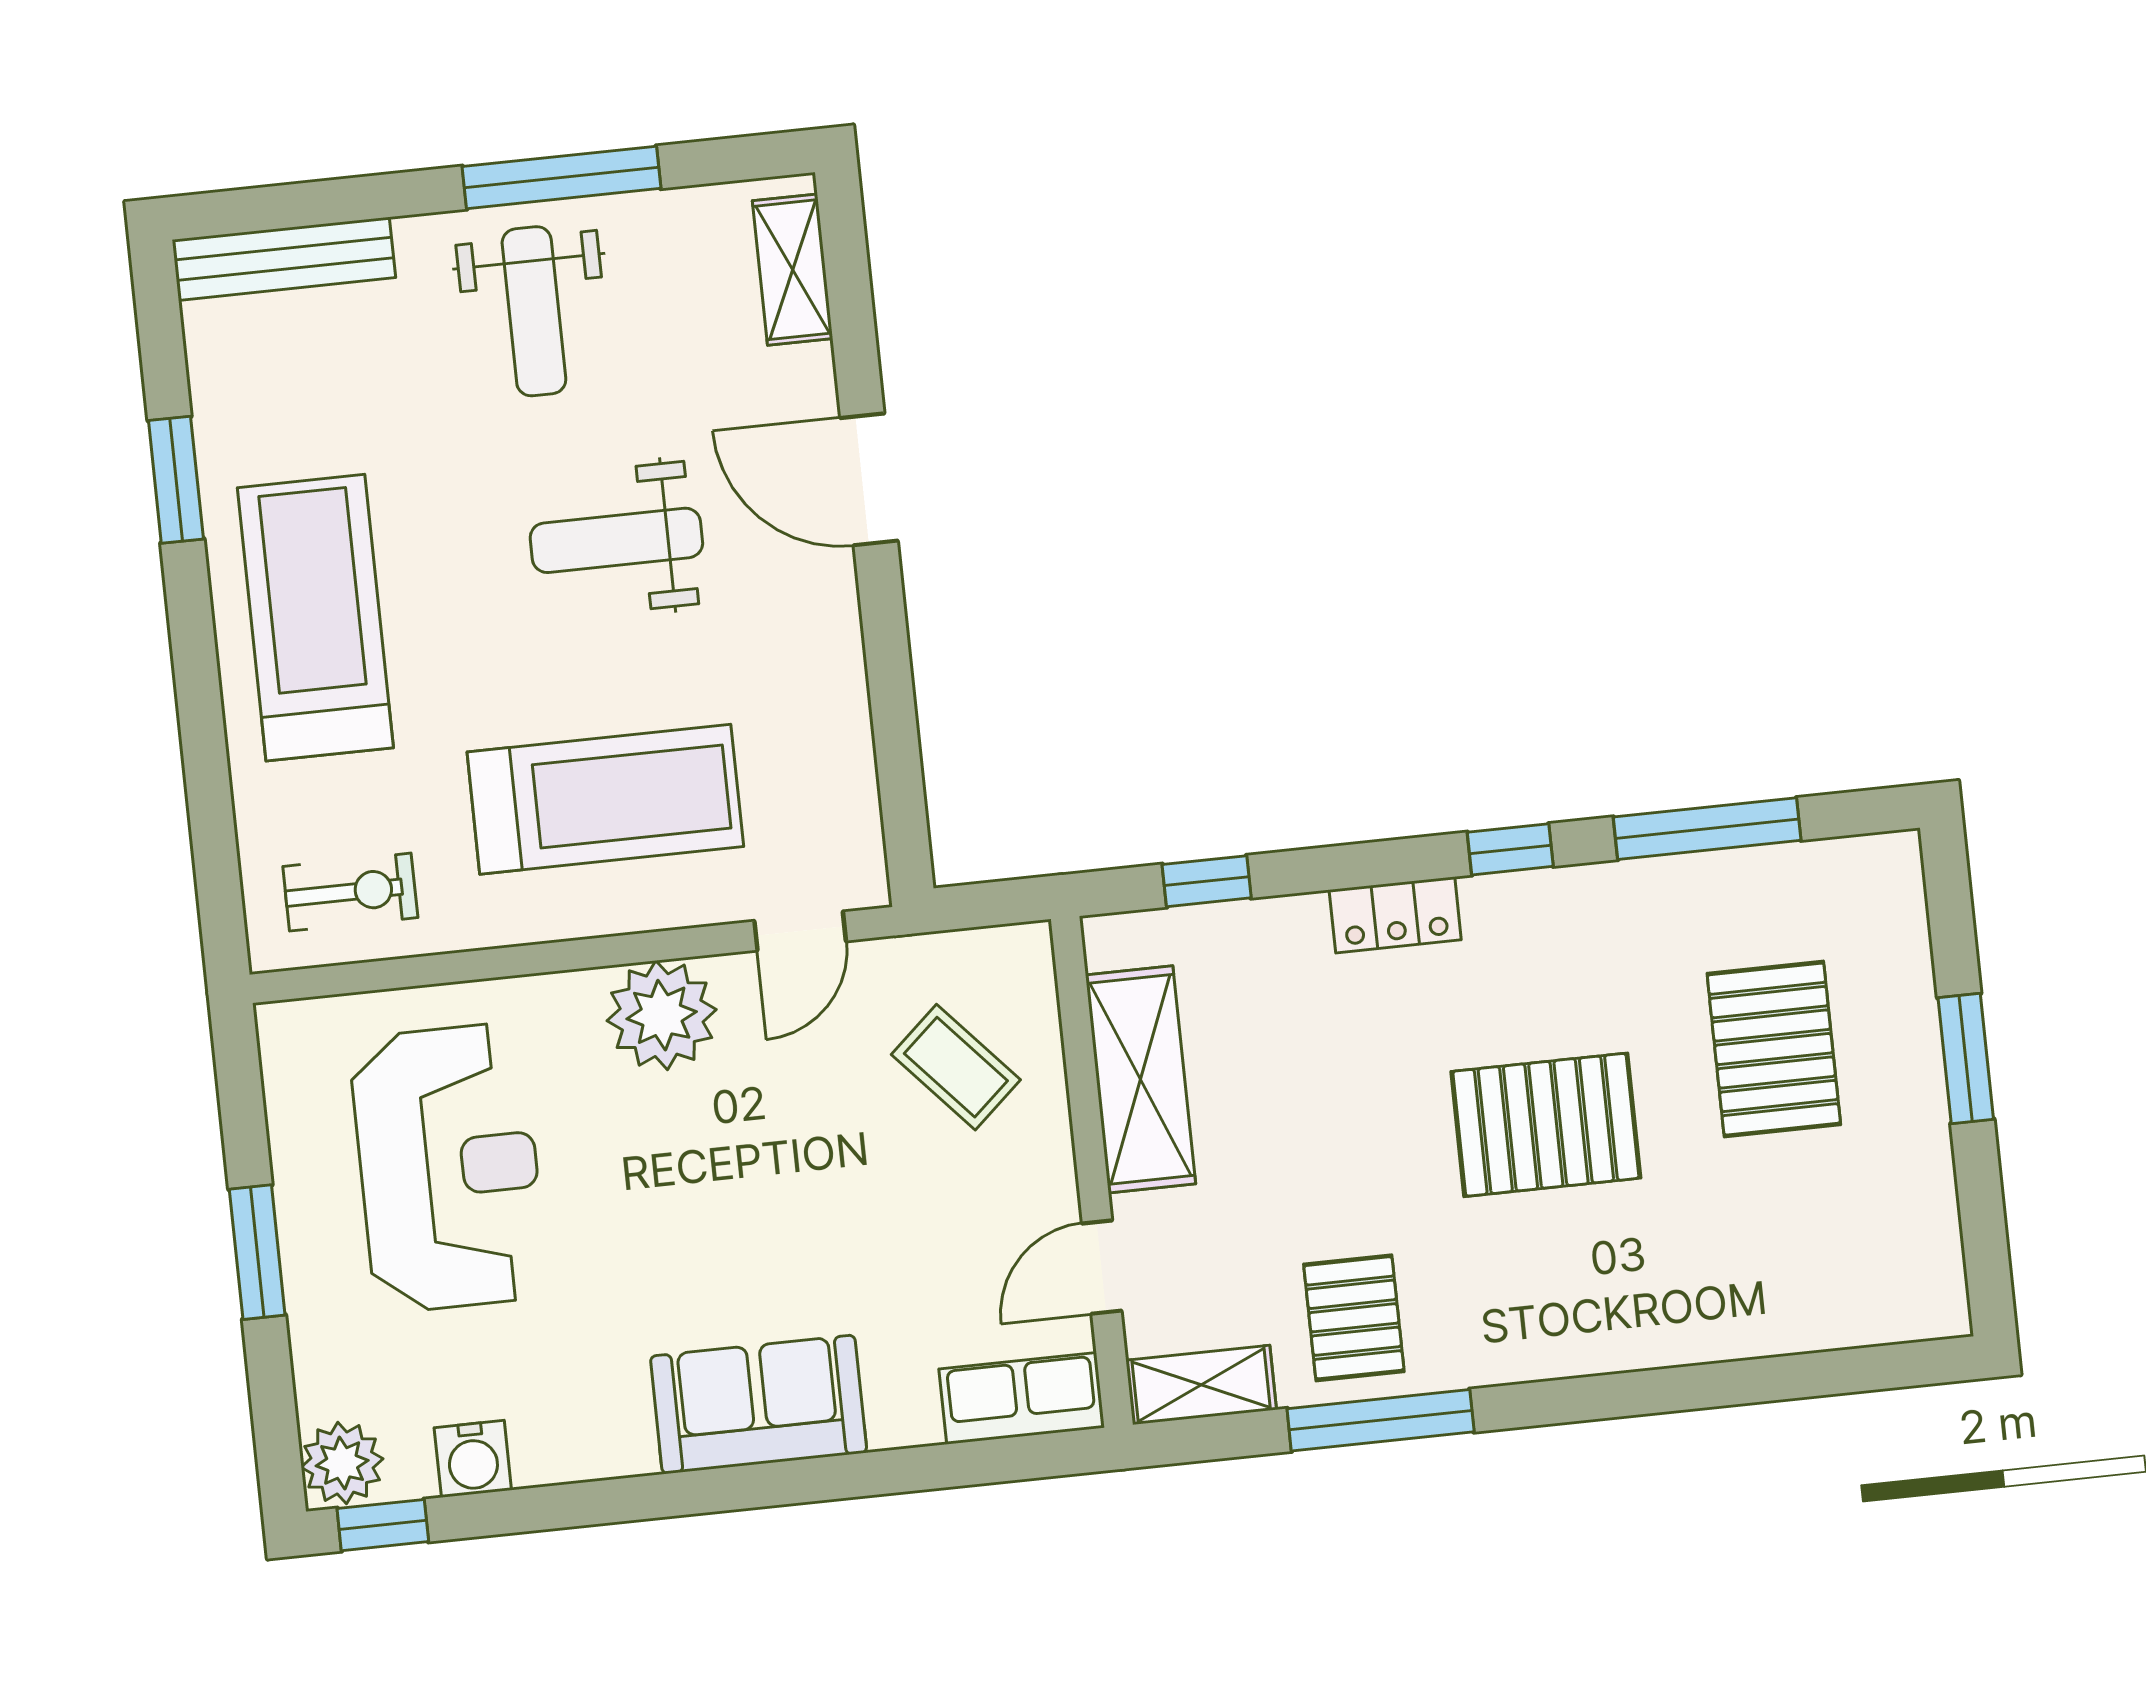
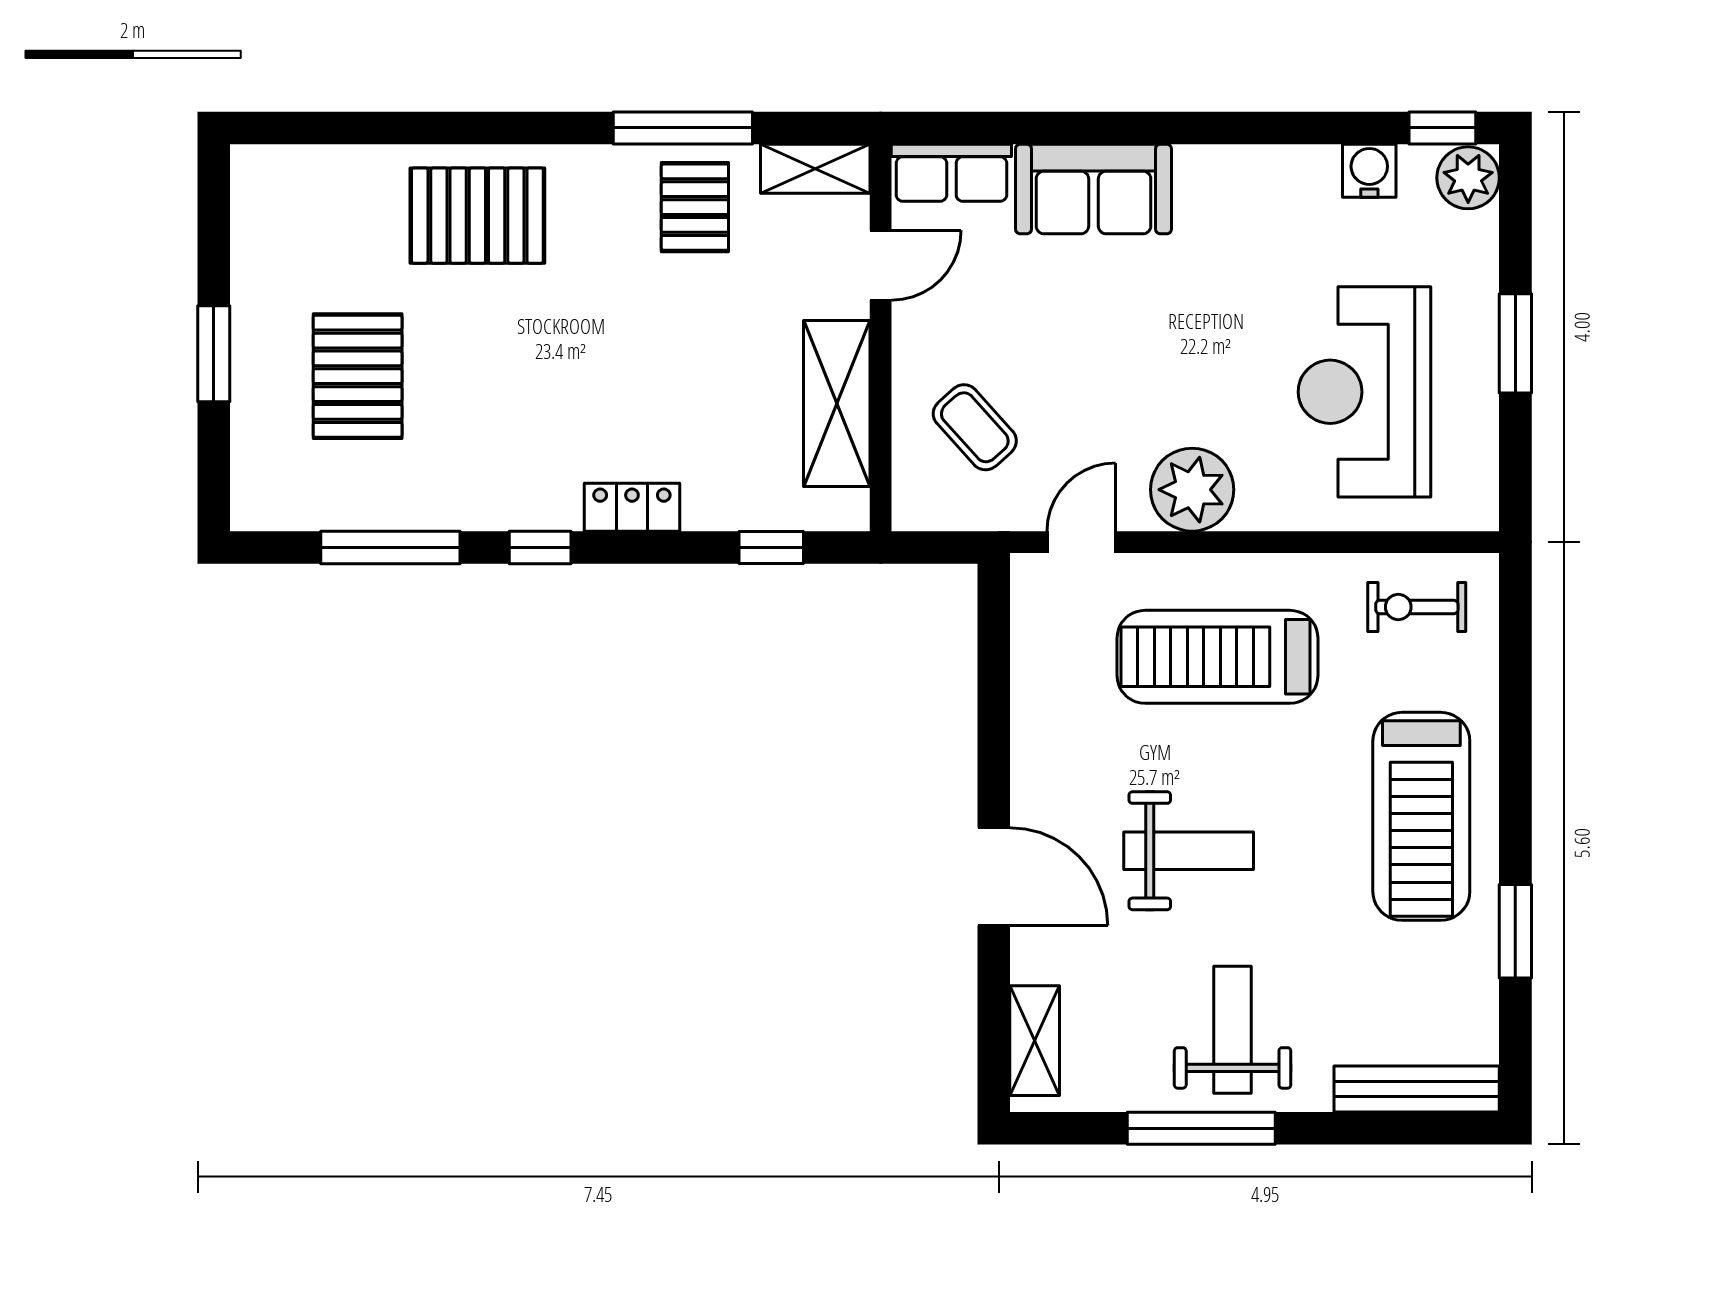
pallet: (1546, 1125) -> (477, 216), moved
sofa: (759, 1404) -> (1093, 189), moved

